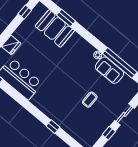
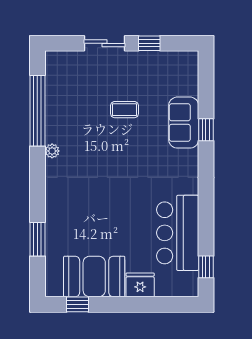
booth: (55, 28) -> (94, 276), moved, turned 90
sofa: (110, 70) -> (184, 123), moved, turned 180

